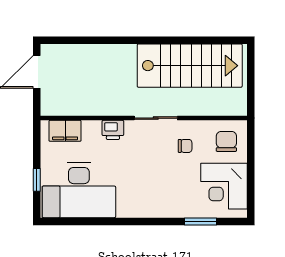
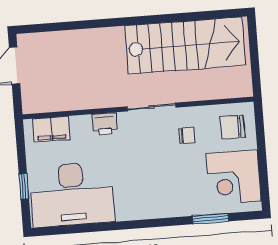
chair: (226, 141) -> (232, 127), turned -90

